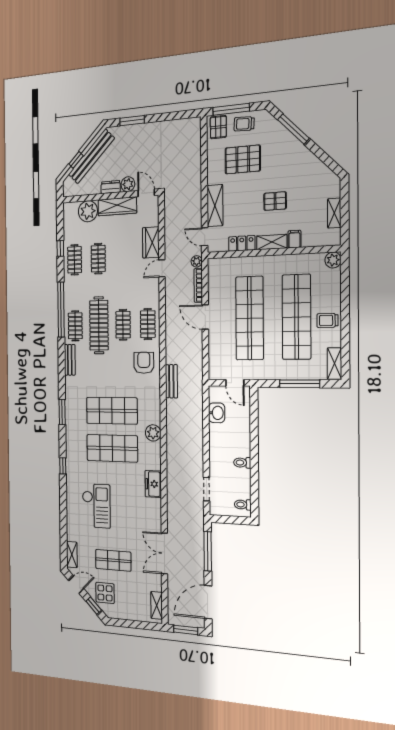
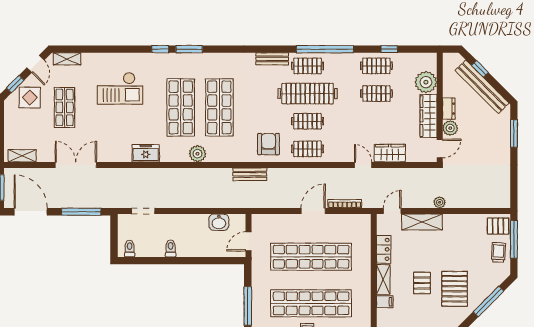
pallet: (243, 159) -> (455, 289), moved
plant: (197, 261) -> (440, 202), moved
armchair: (144, 363) -> (268, 144), turned -90
window: (62, 412) -> (189, 49), moved

